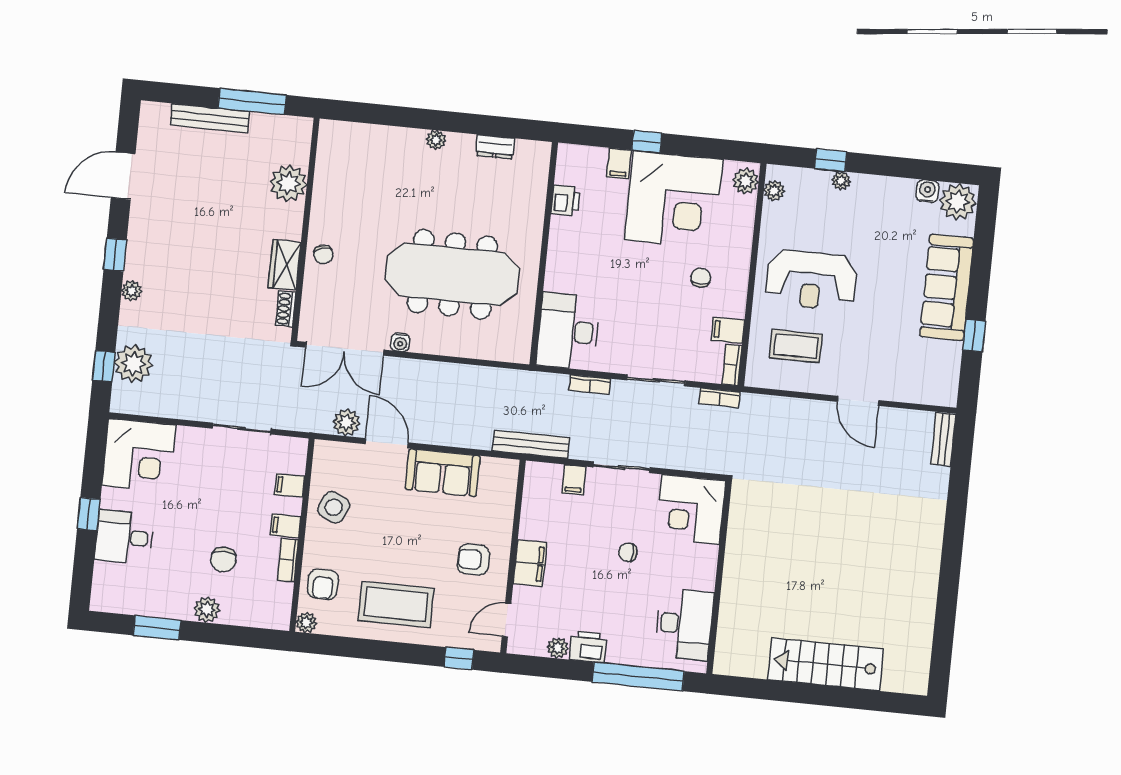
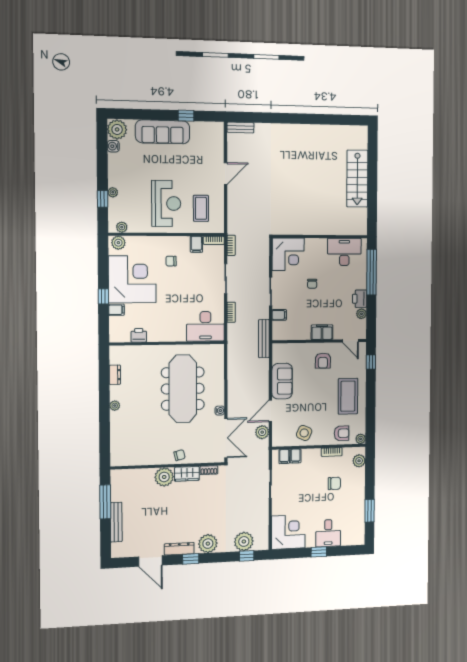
plant: (288, 183) -> (164, 477), moved
dresser: (139, 234) -> (179, 549), added
plant: (132, 291) -> (208, 544), width x1.88, depth x1.88
filing cabinet: (285, 526) -> (284, 457), moved
plant: (207, 610) -> (359, 461), moved

